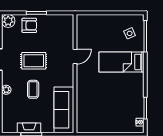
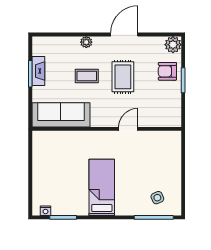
armchair: (29, 25) -> (167, 71), turned 90
door: (75, 57) -> (128, 129), swing flipped
bed: (121, 62) -> (102, 187), moved

